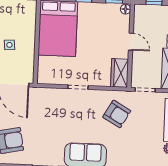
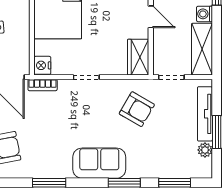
nightstand: (44, 76) -> (42, 65), added
bookcase: (43, 92) -> (43, 85), added

